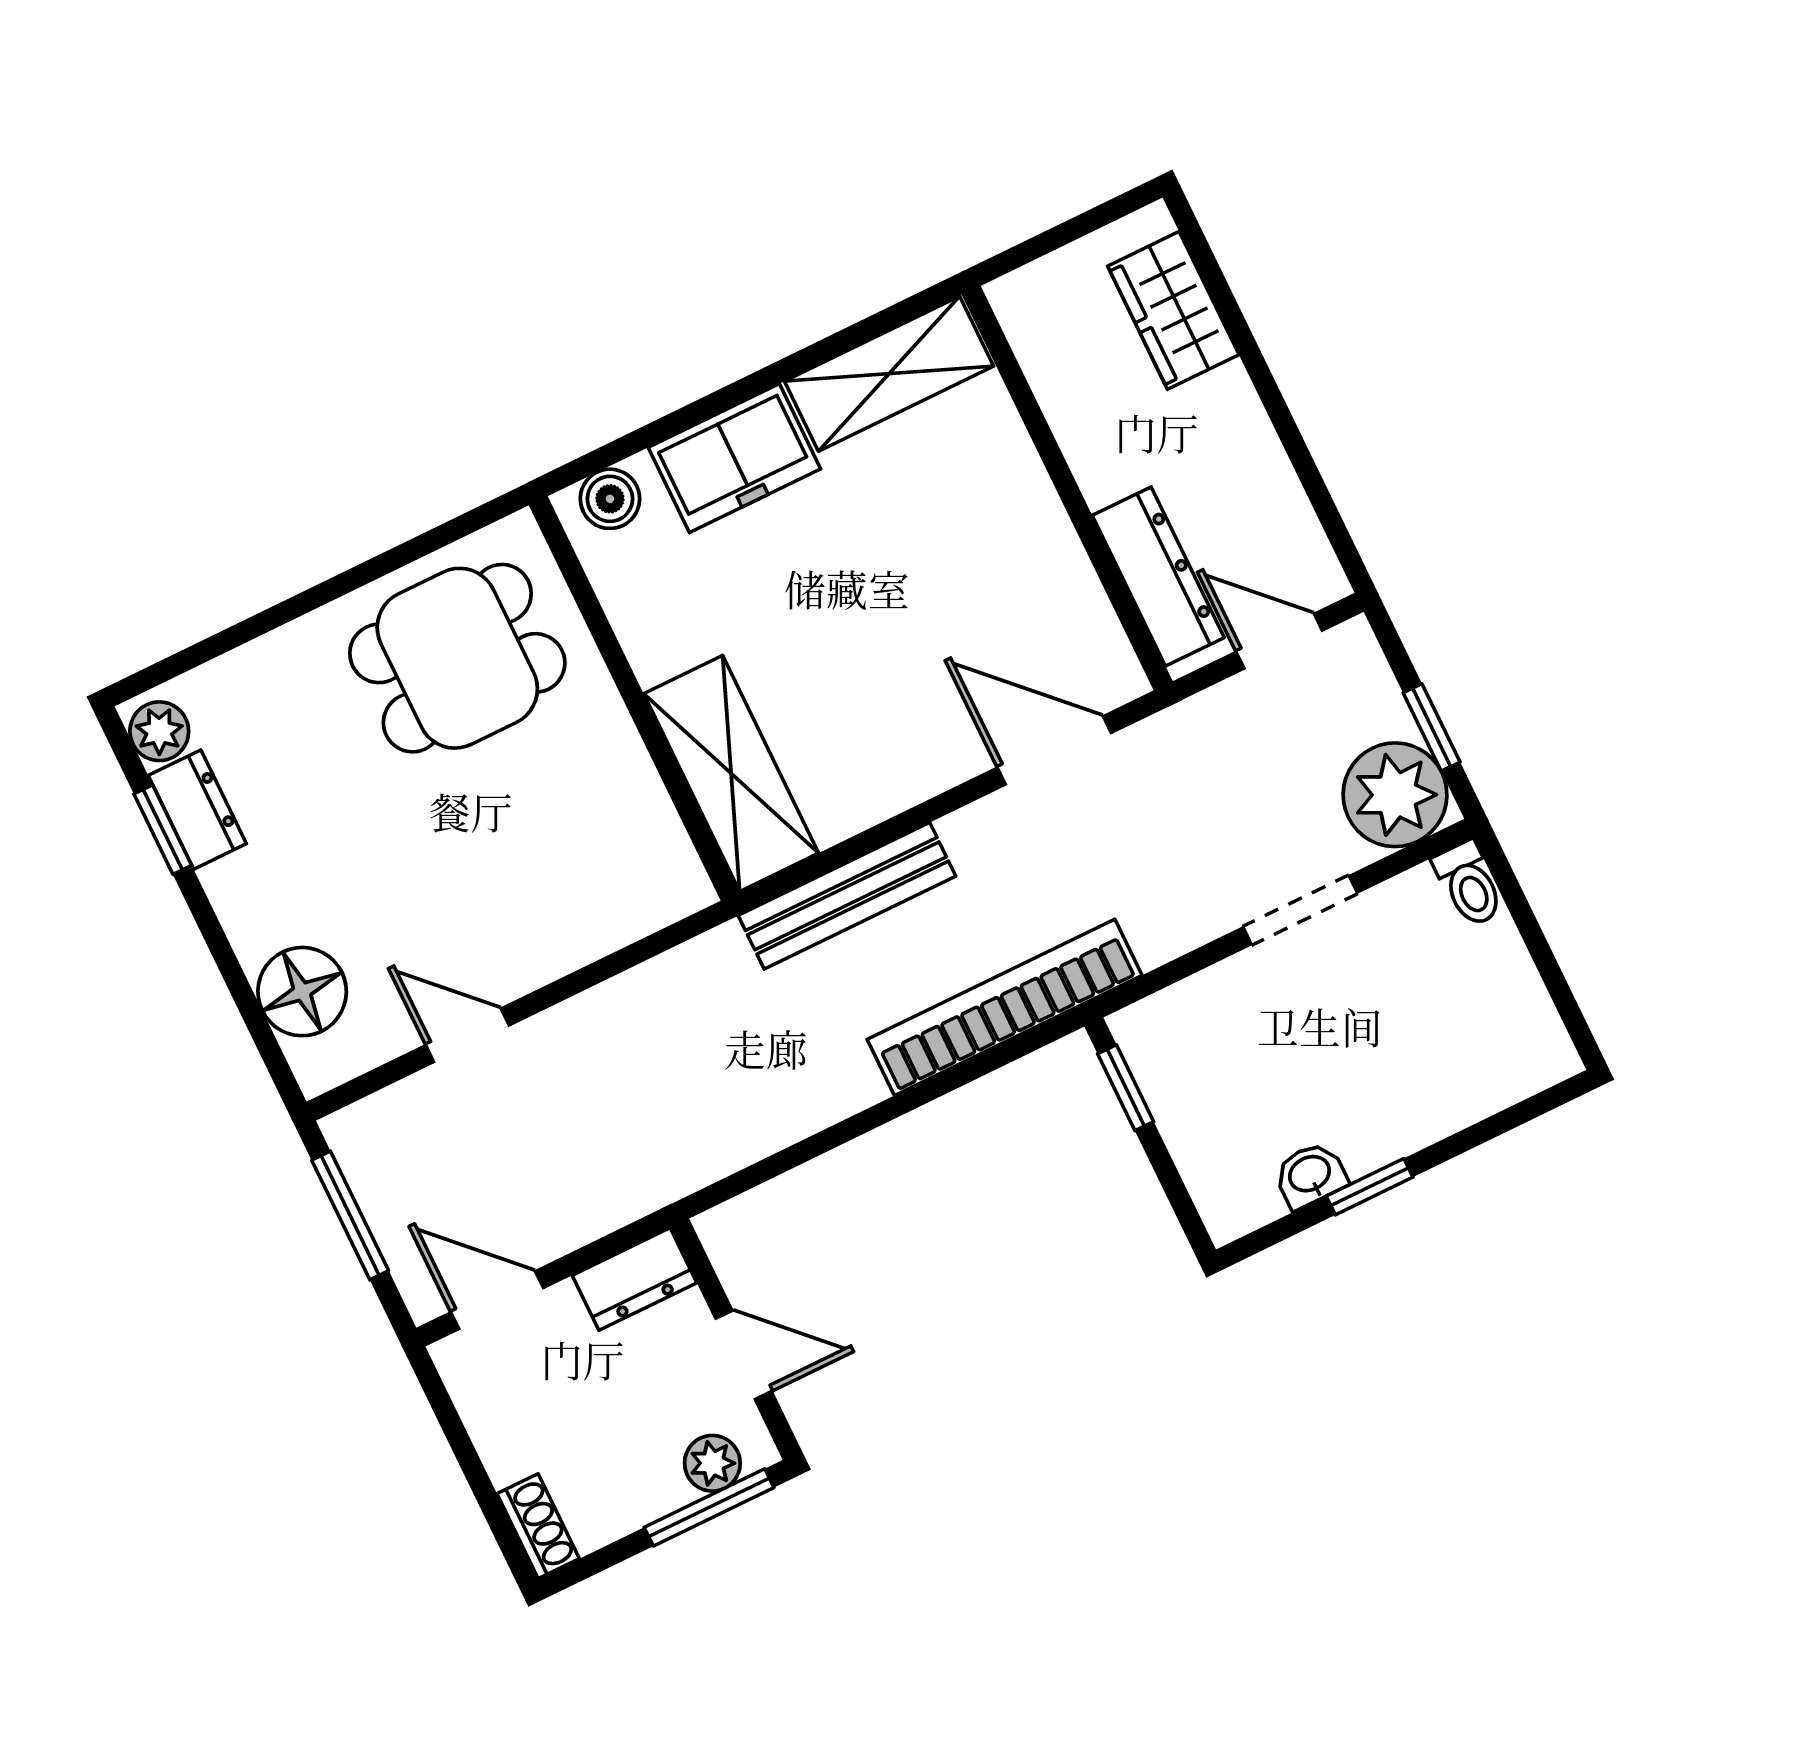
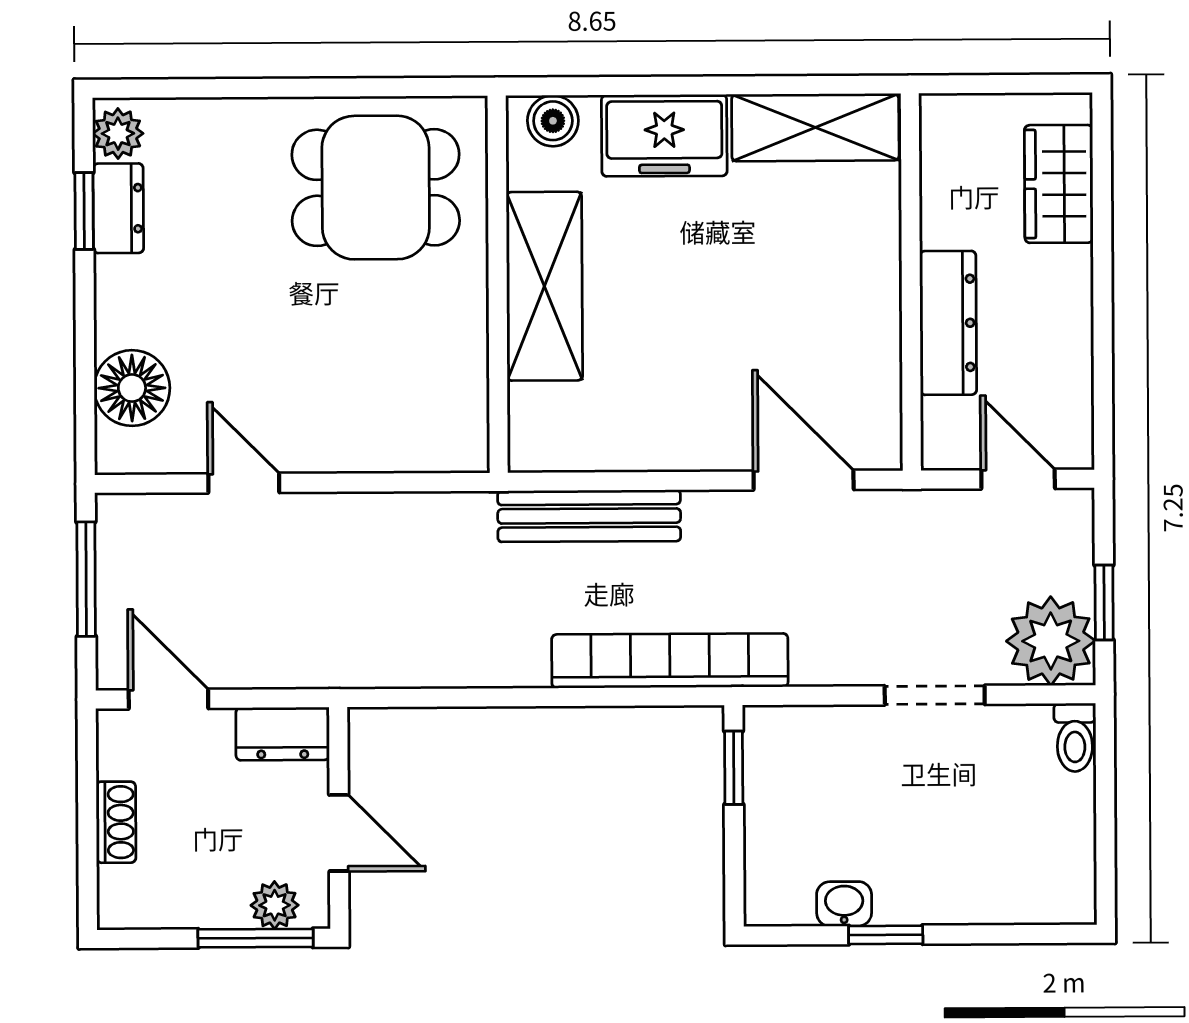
dresser: (1158, 577) -> (948, 323), moved
shelving: (731, 773) -> (544, 286), moved
shoe rack: (538, 1526) -> (116, 822), moved

